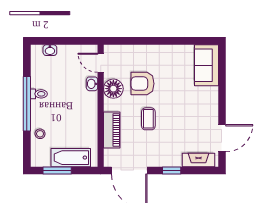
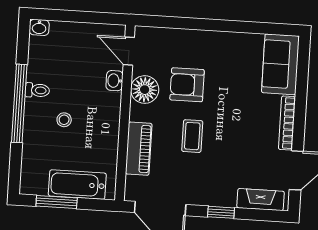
washbasin: (50, 50) -> (39, 27), moved
bookcase: (214, 106) -> (287, 123), added
stool: (40, 134) -> (64, 120), moved

